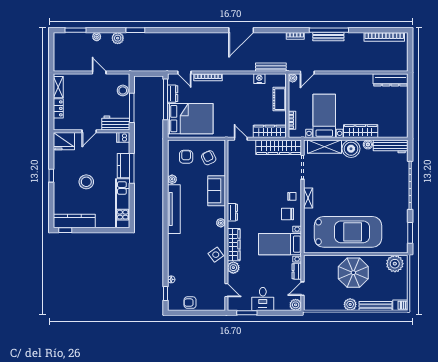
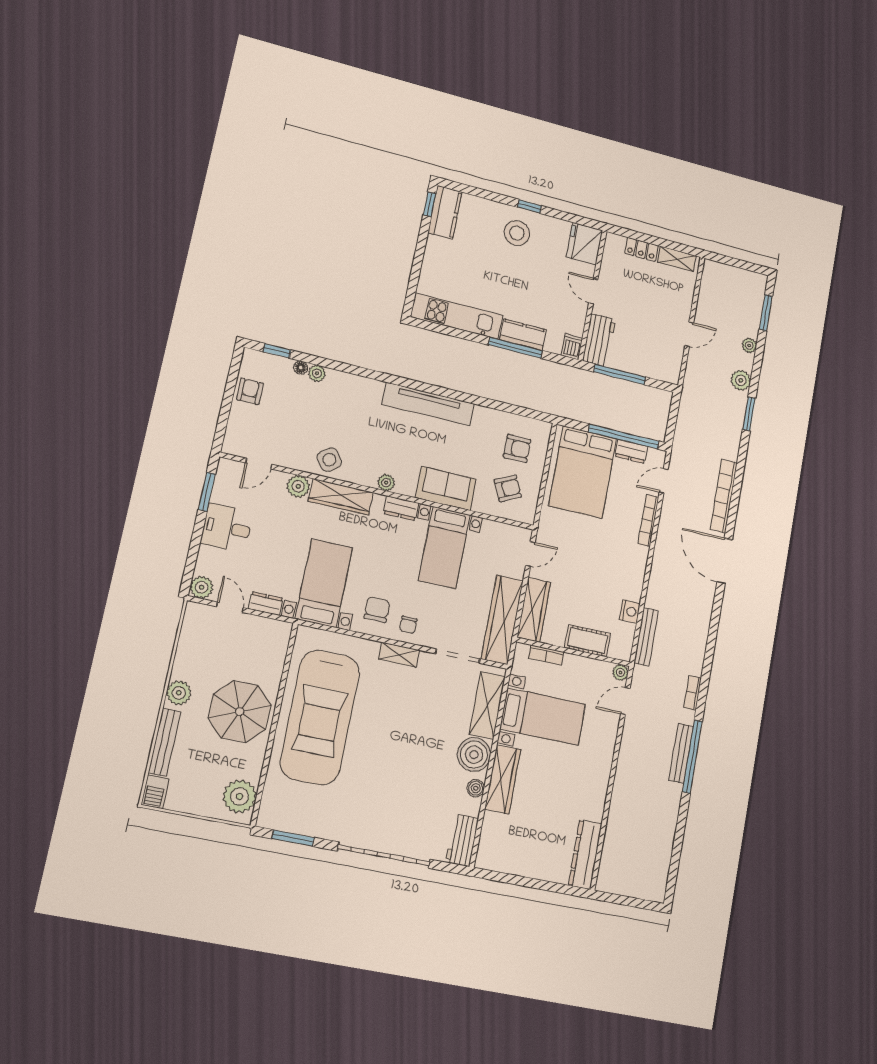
door: (241, 30) -> (725, 561), moved
bookcase: (384, 37) -> (724, 496), moved
door: (307, 73) -> (625, 701), hinge flipped
stool: (123, 90) -> (652, 367), removed
workbench: (391, 146) -> (462, 840), width x0.73
plant: (172, 179) -> (317, 373), moved
stool: (86, 182) -> (517, 233), moved
bed with nightstands: (248, 185) -> (444, 548), added
kitchen counter: (74, 221) -> (445, 212), width x0.67

